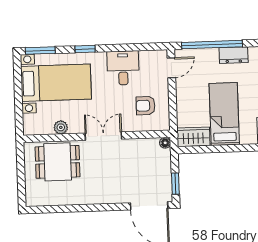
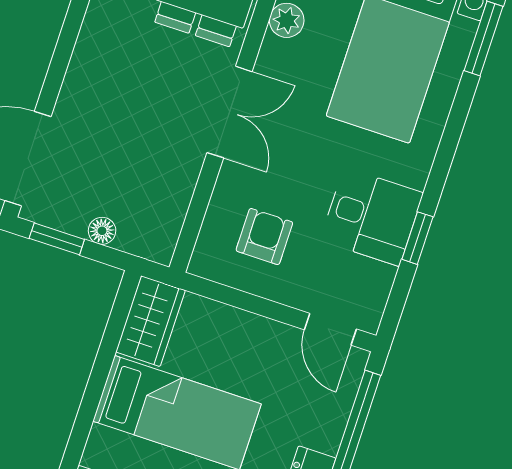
window: (85, 49) -> (417, 238), moved
floor lamp: (165, 143) -> (102, 231), moved

